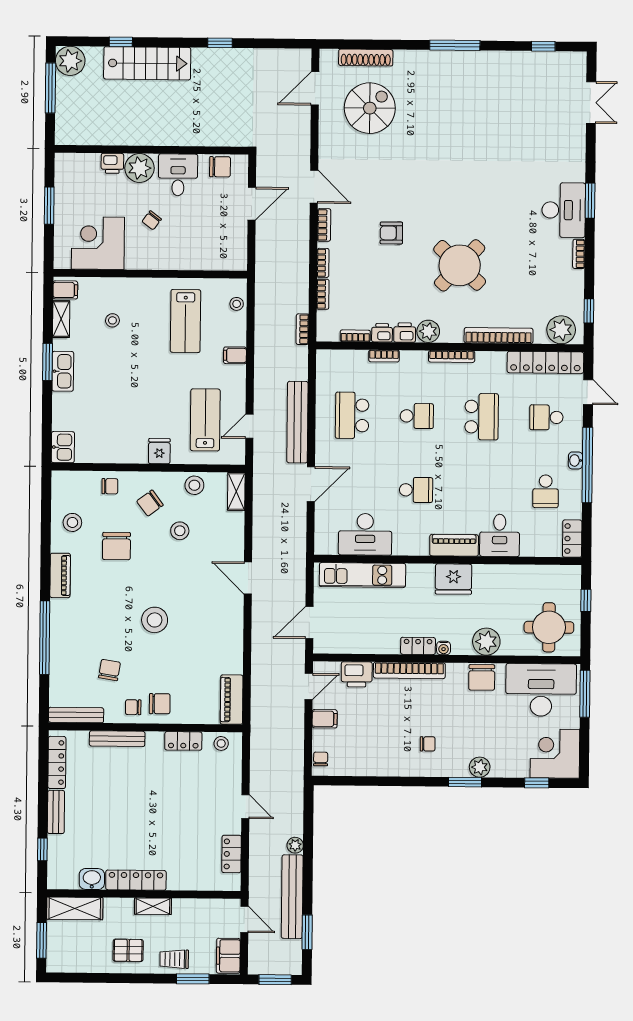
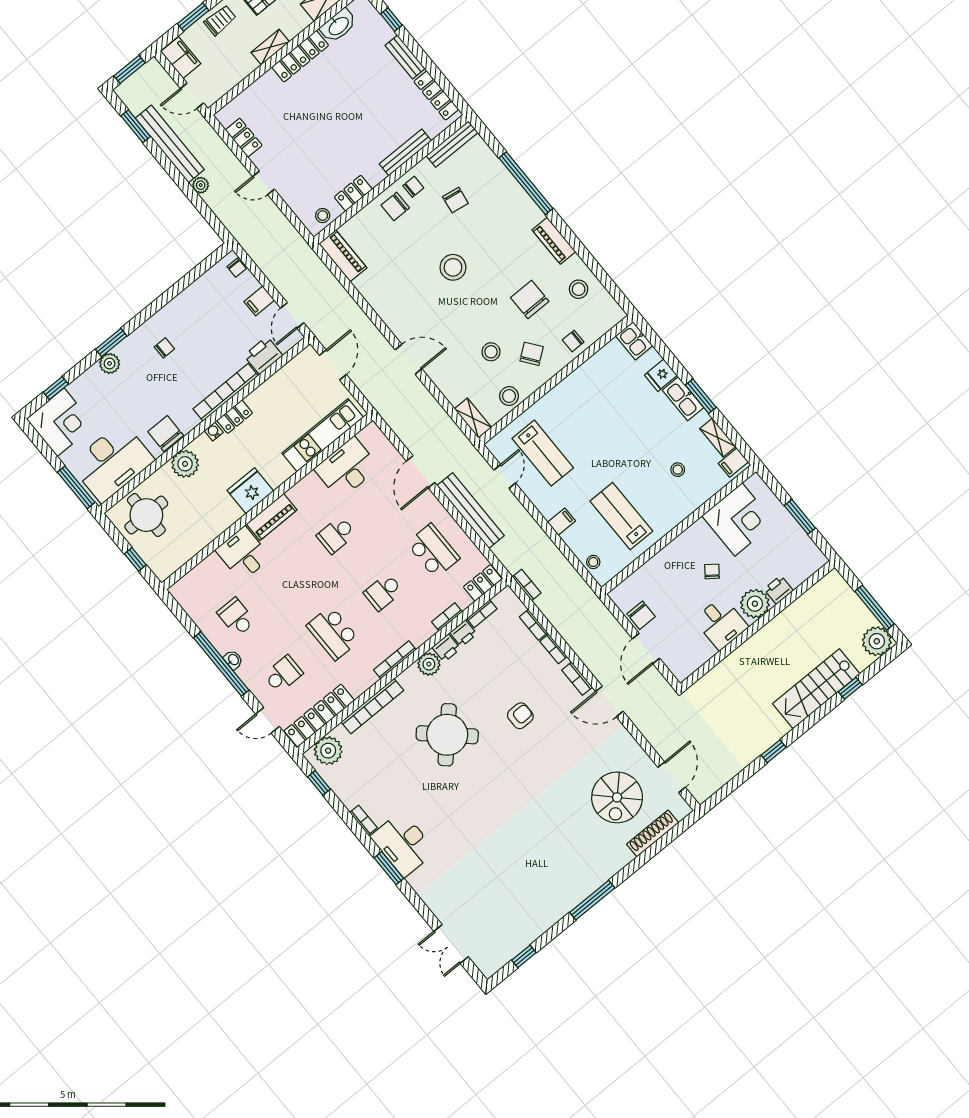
chair: (220, 167) -> (641, 615), moved, turned -90
fridge: (159, 451) -> (661, 375), moved, turned 90
locker: (572, 539) -> (483, 583), moved, turned -90
chair: (428, 744) -> (164, 348), turned 180
washbasin: (92, 879) -> (338, 26), width x1.38

